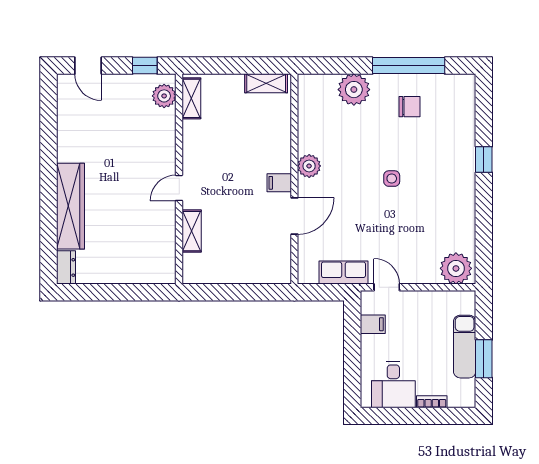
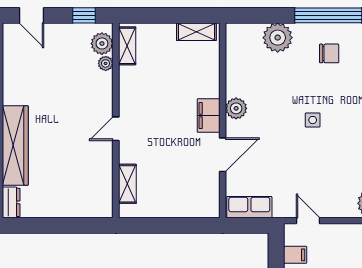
plant: (168, 117) -> (106, 63), added
filing cabinet: (279, 183) -> (209, 116), width x2.00
shelving: (192, 231) -> (127, 184), moved
row of seats: (343, 273) -> (249, 207), moved

